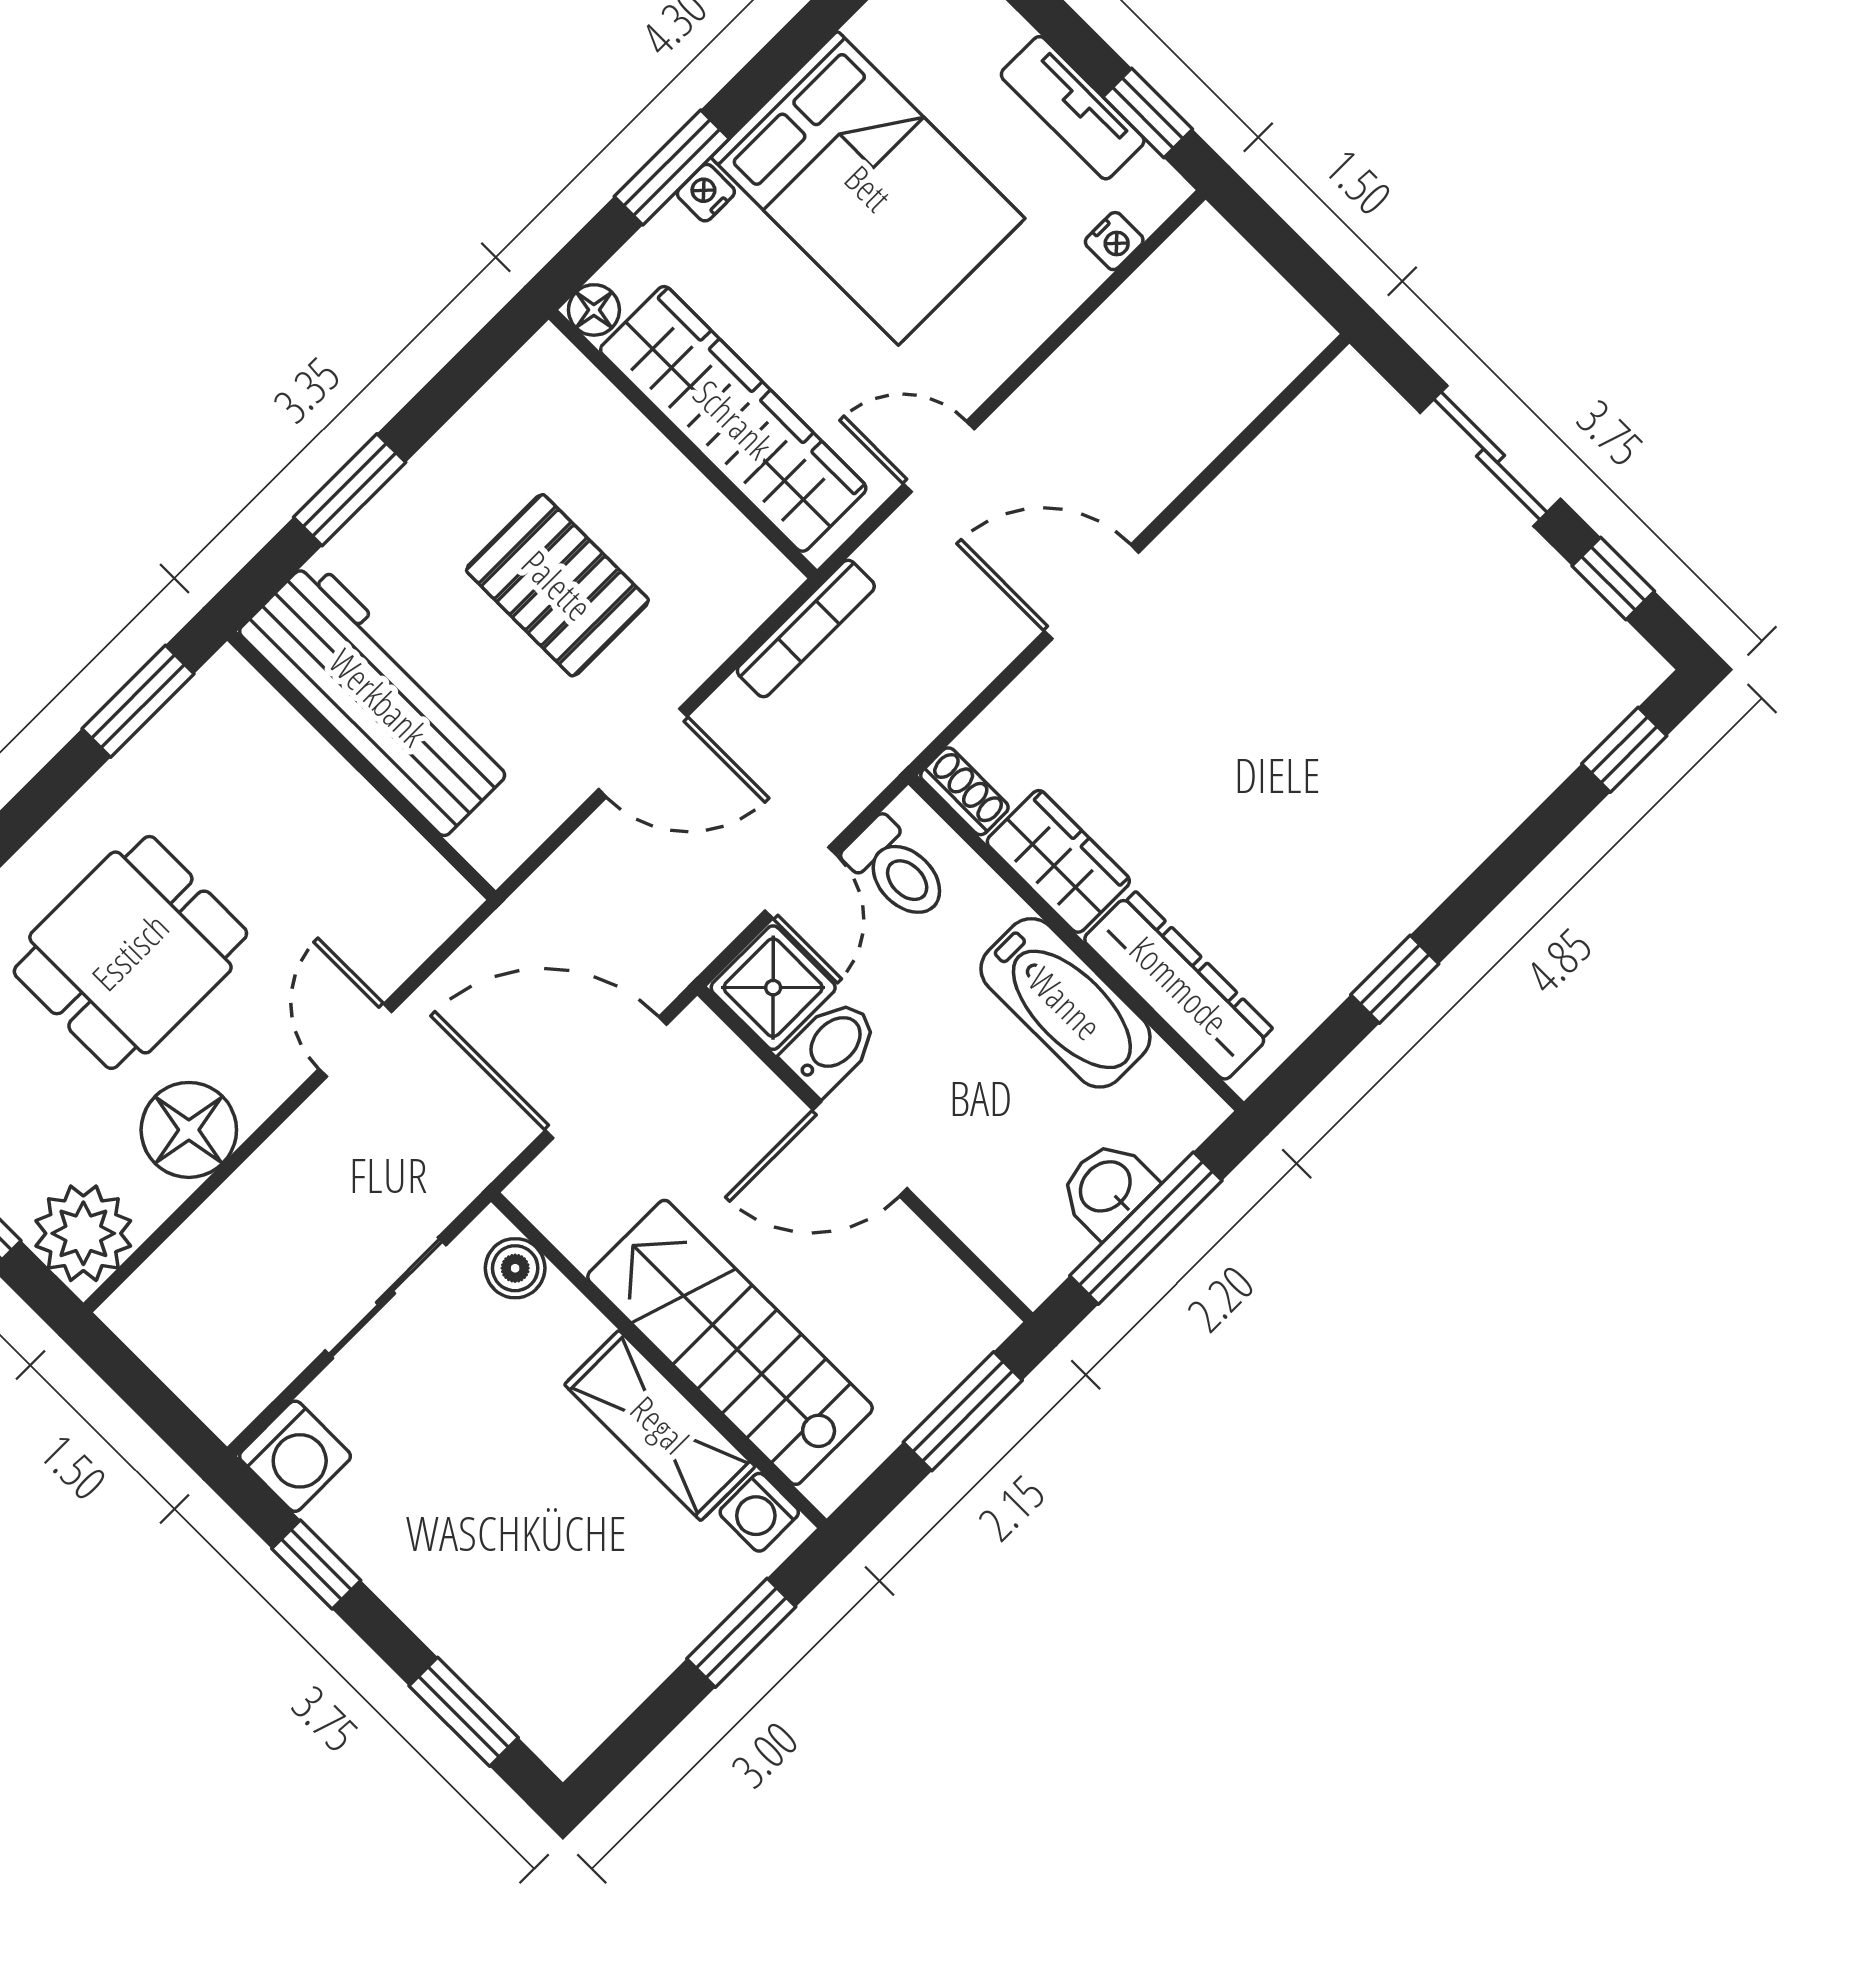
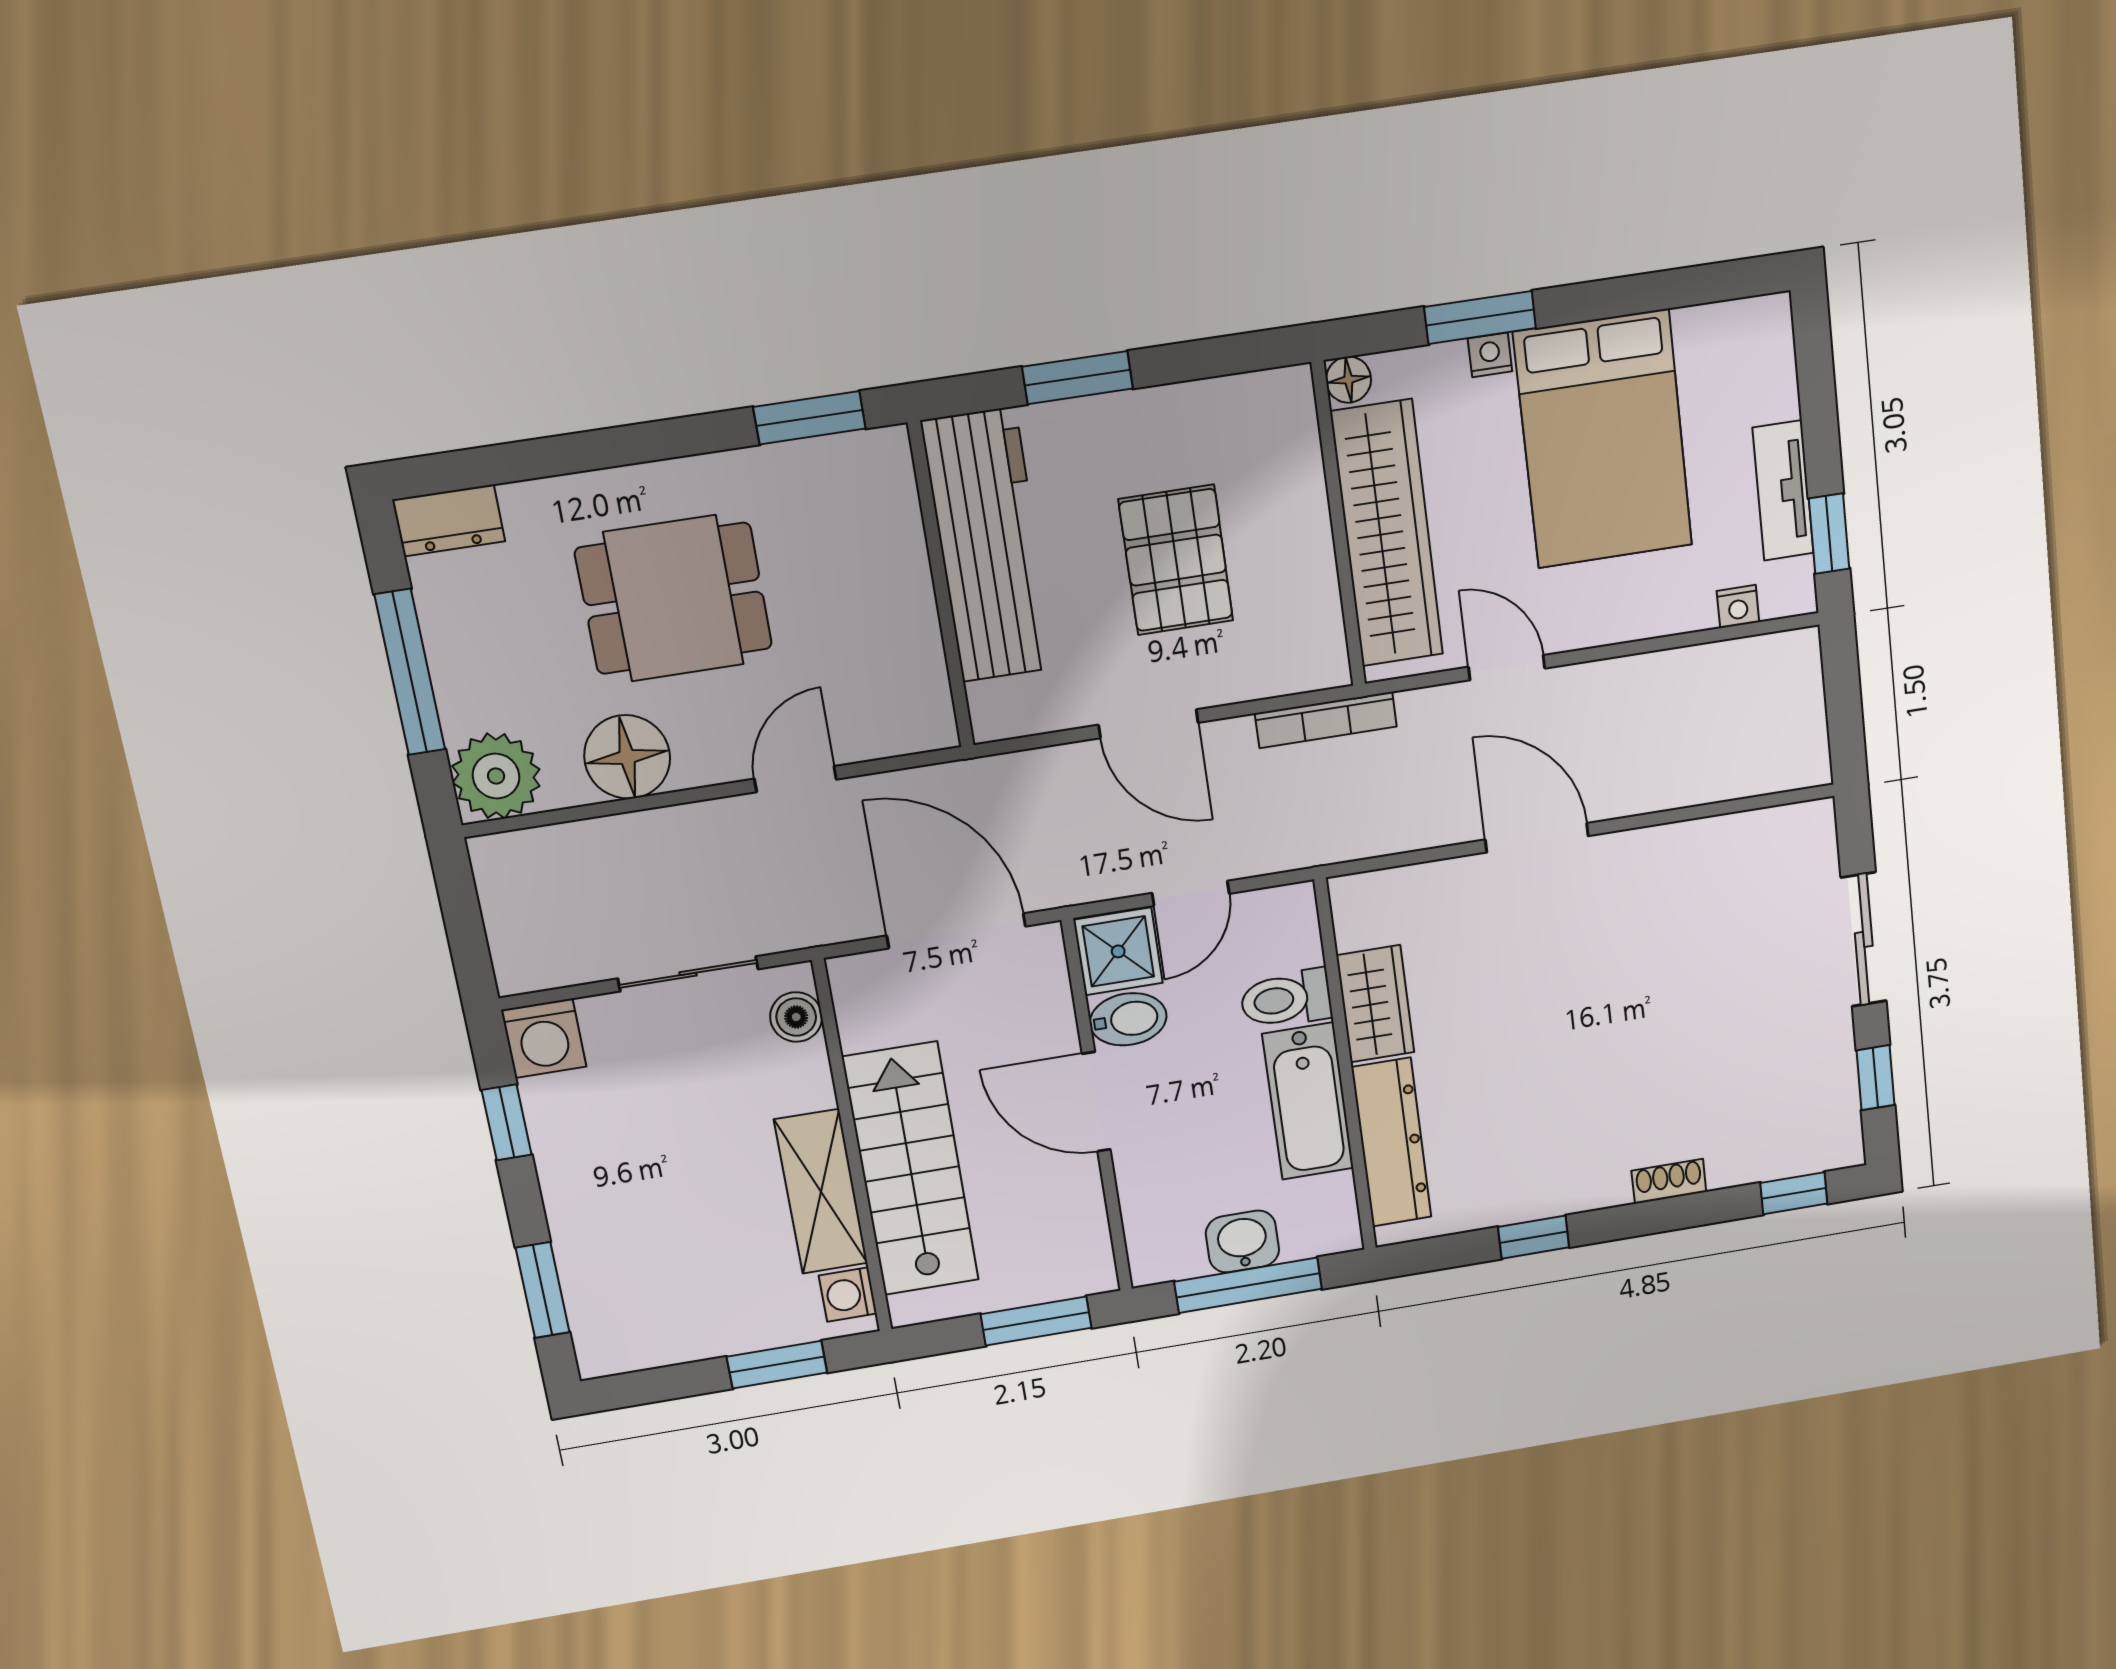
shoe rack: (964, 791) -> (1669, 1181), moved, turned -90
toilet: (897, 870) -> (1286, 999), moved, turned 90

